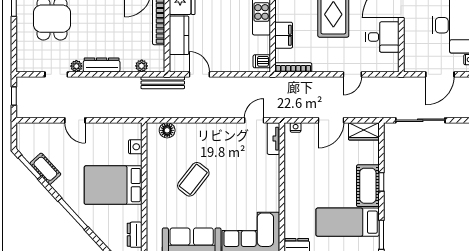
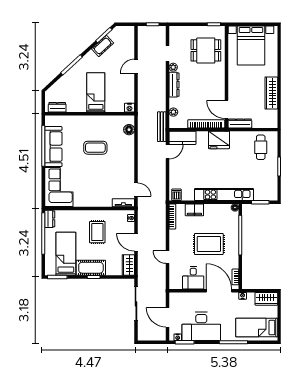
kitchen counter: (179, 35) -> (182, 138), moved
nightstand: (135, 147) -> (129, 108), moved
rug: (316, 176) -> (97, 232), added
coffee table: (193, 179) -> (95, 148), turned -38
bed: (113, 185) -> (96, 92), width x0.67

